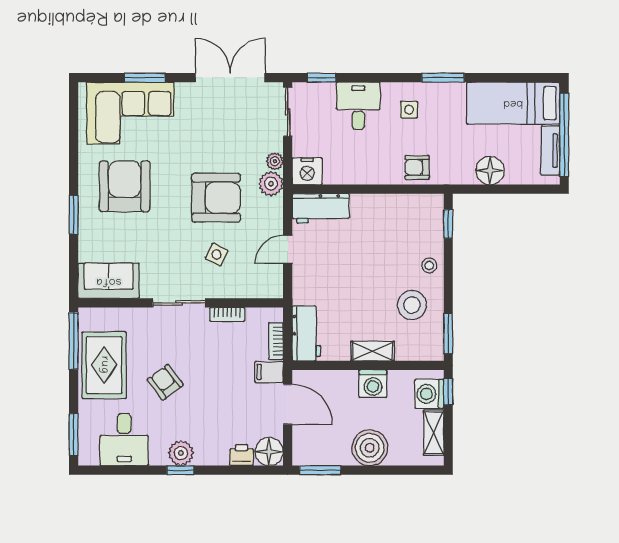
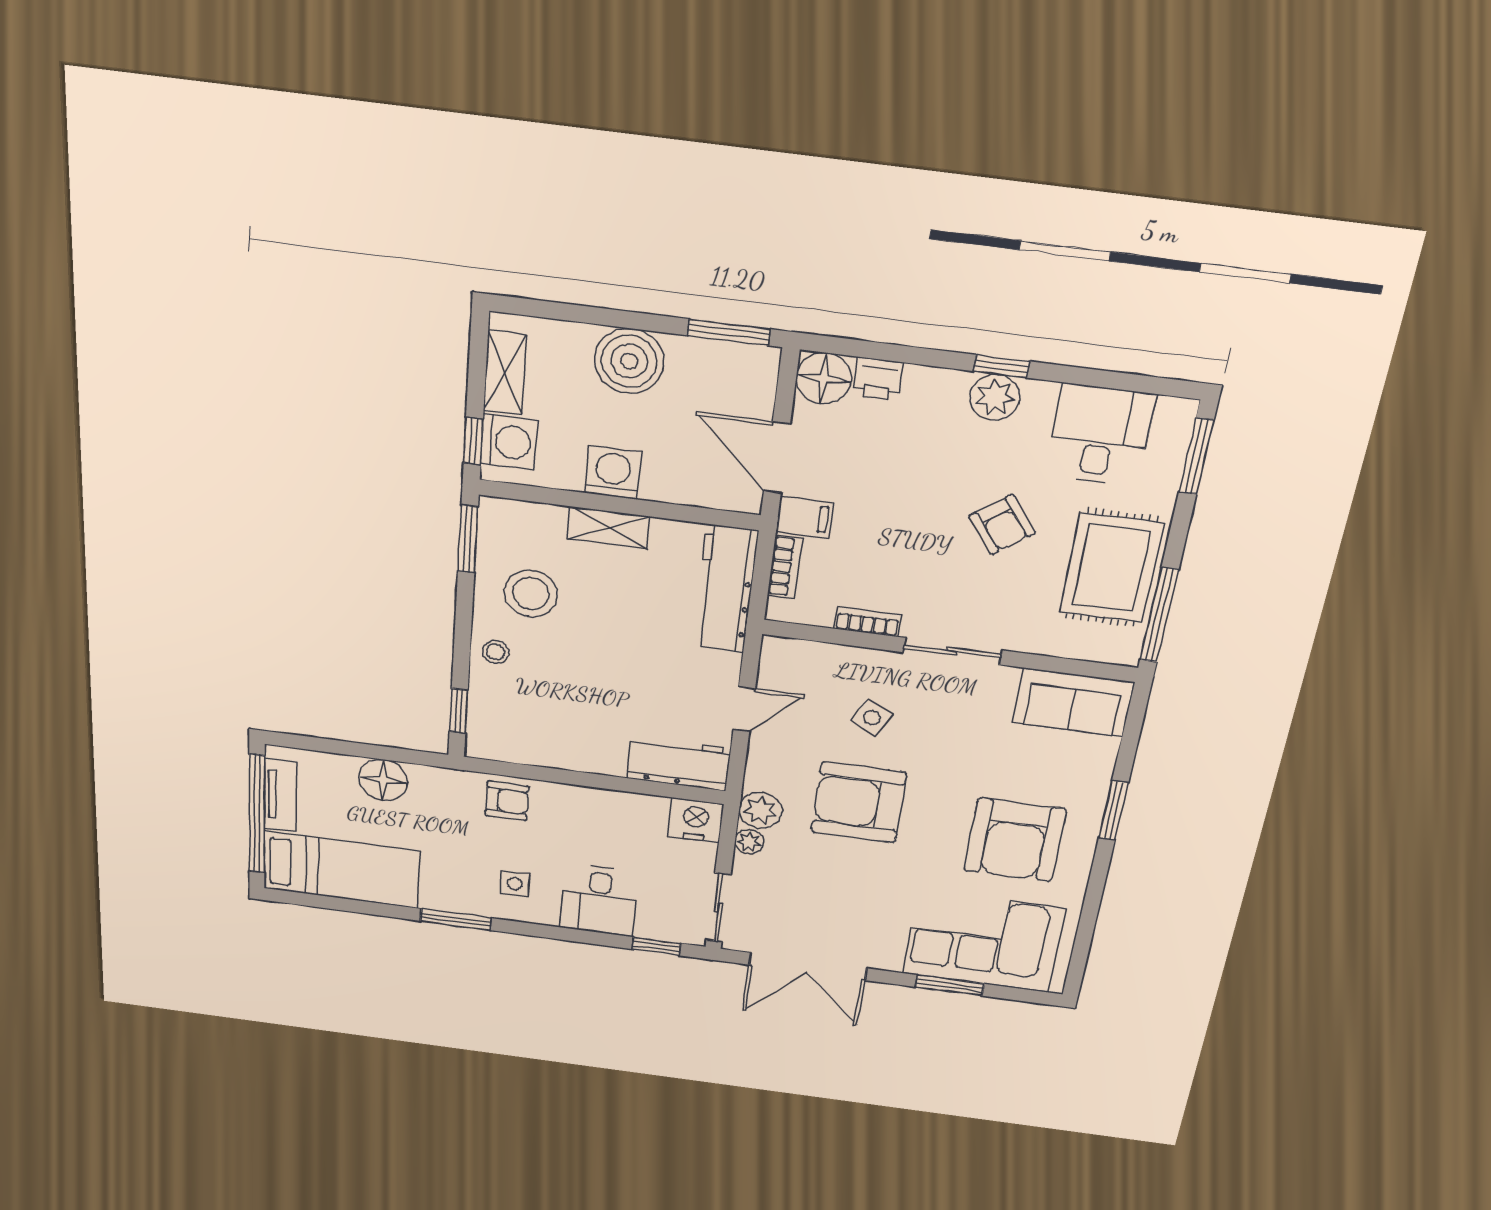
workbench: (306, 333) -> (725, 589), width x1.38

